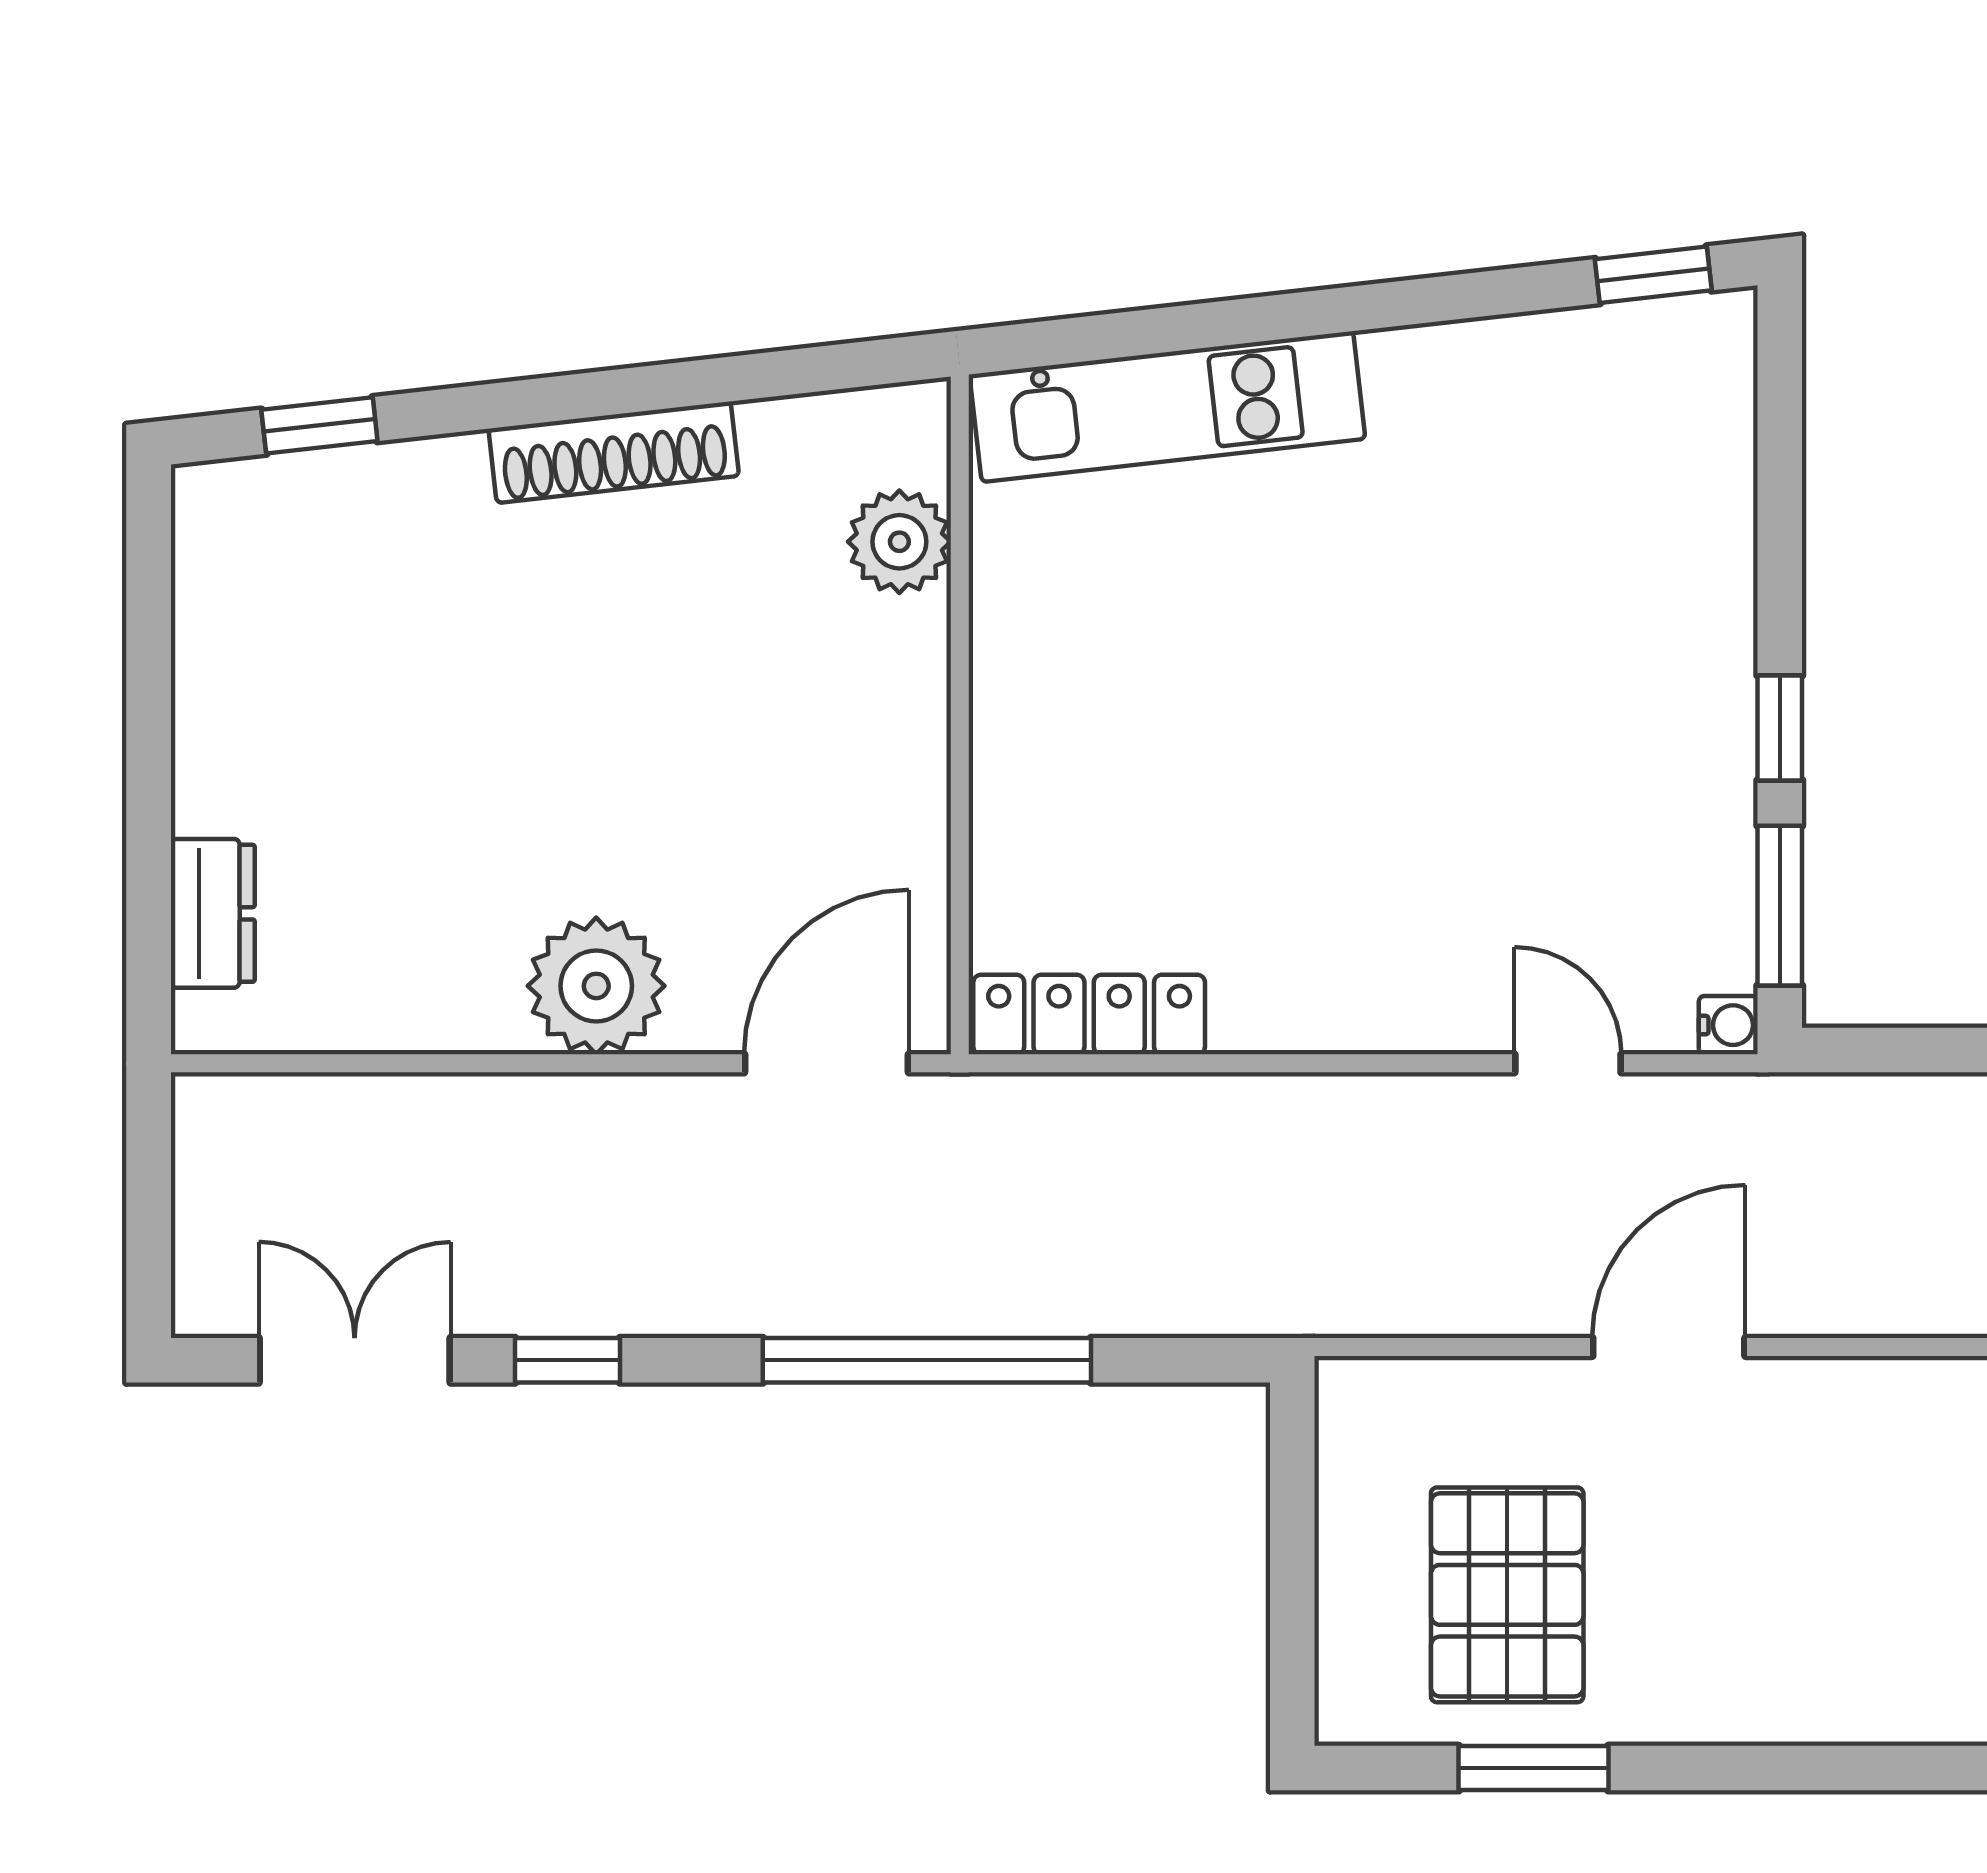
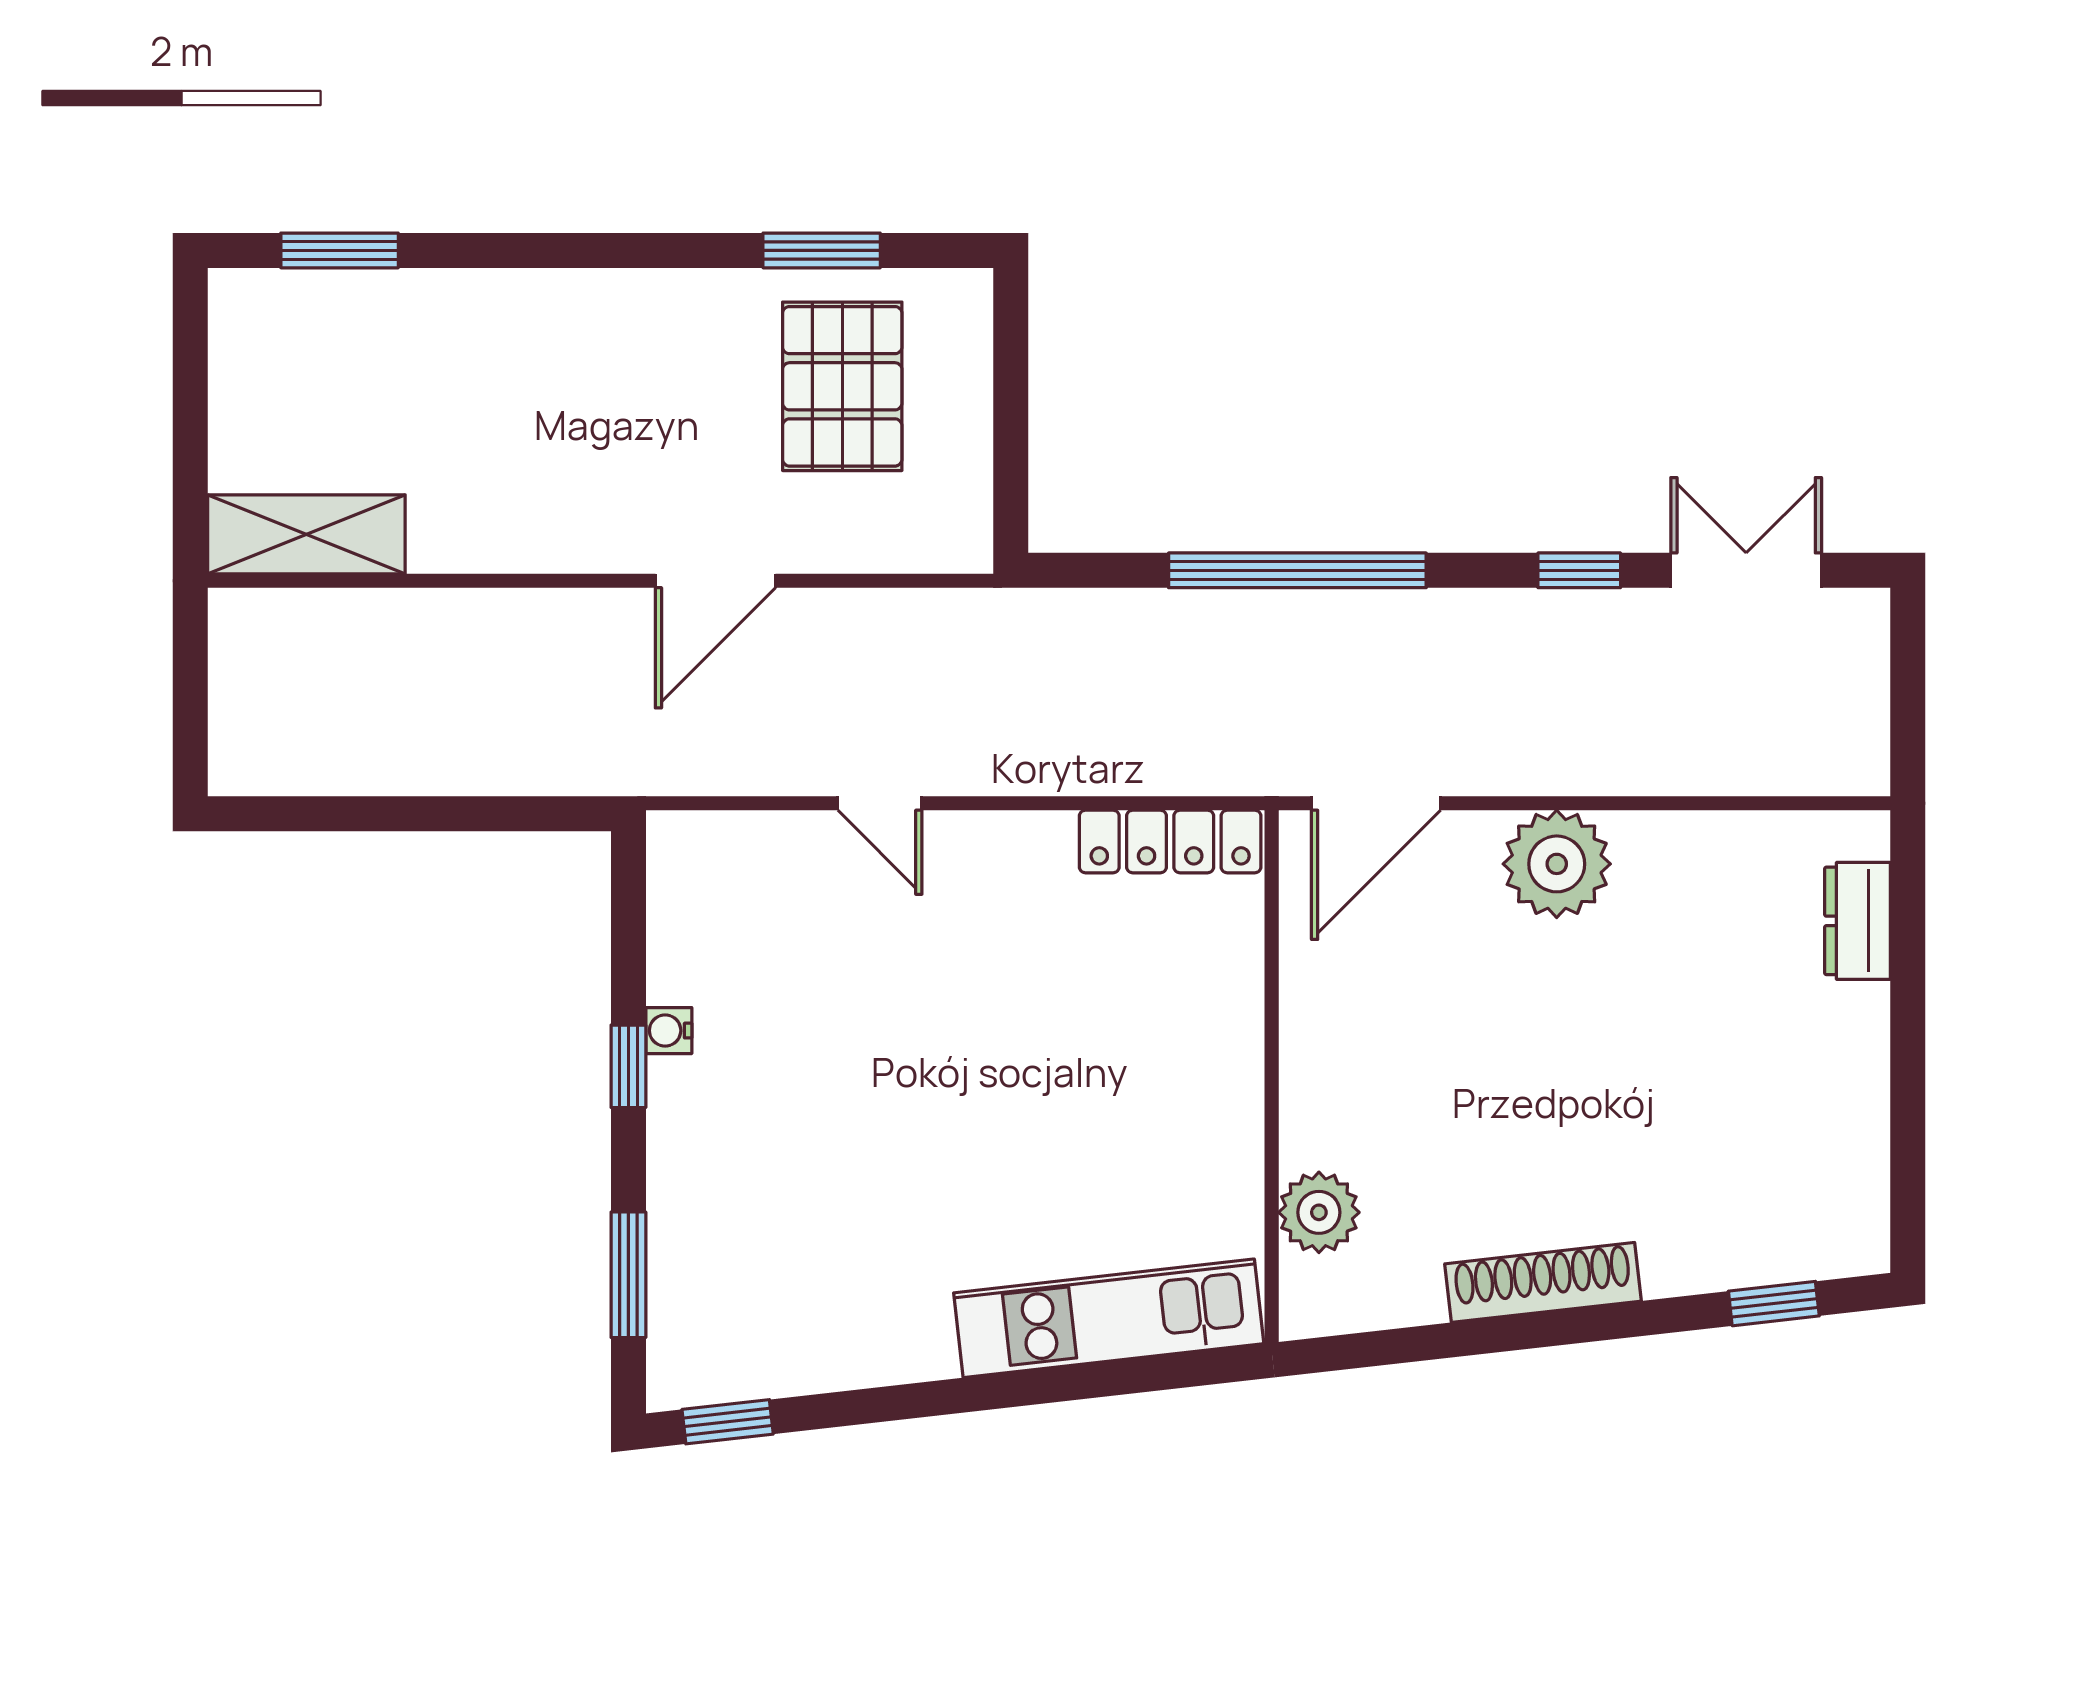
window: (1780, 906) -> (628, 1275), moved
water cooler: (1728, 1025) -> (669, 1031), moved
door: (1568, 1063) -> (880, 803), moved
double door: (355, 1360) -> (1746, 570), swing flipped

